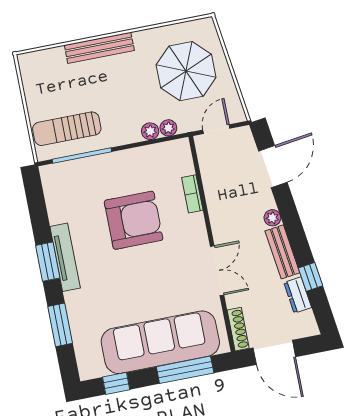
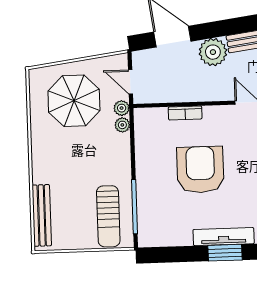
bench: (99, 48) -> (42, 215), moved
plant: (150, 131) -> (122, 108), moved
plant: (272, 218) -> (213, 52), width x1.88, depth x1.88

